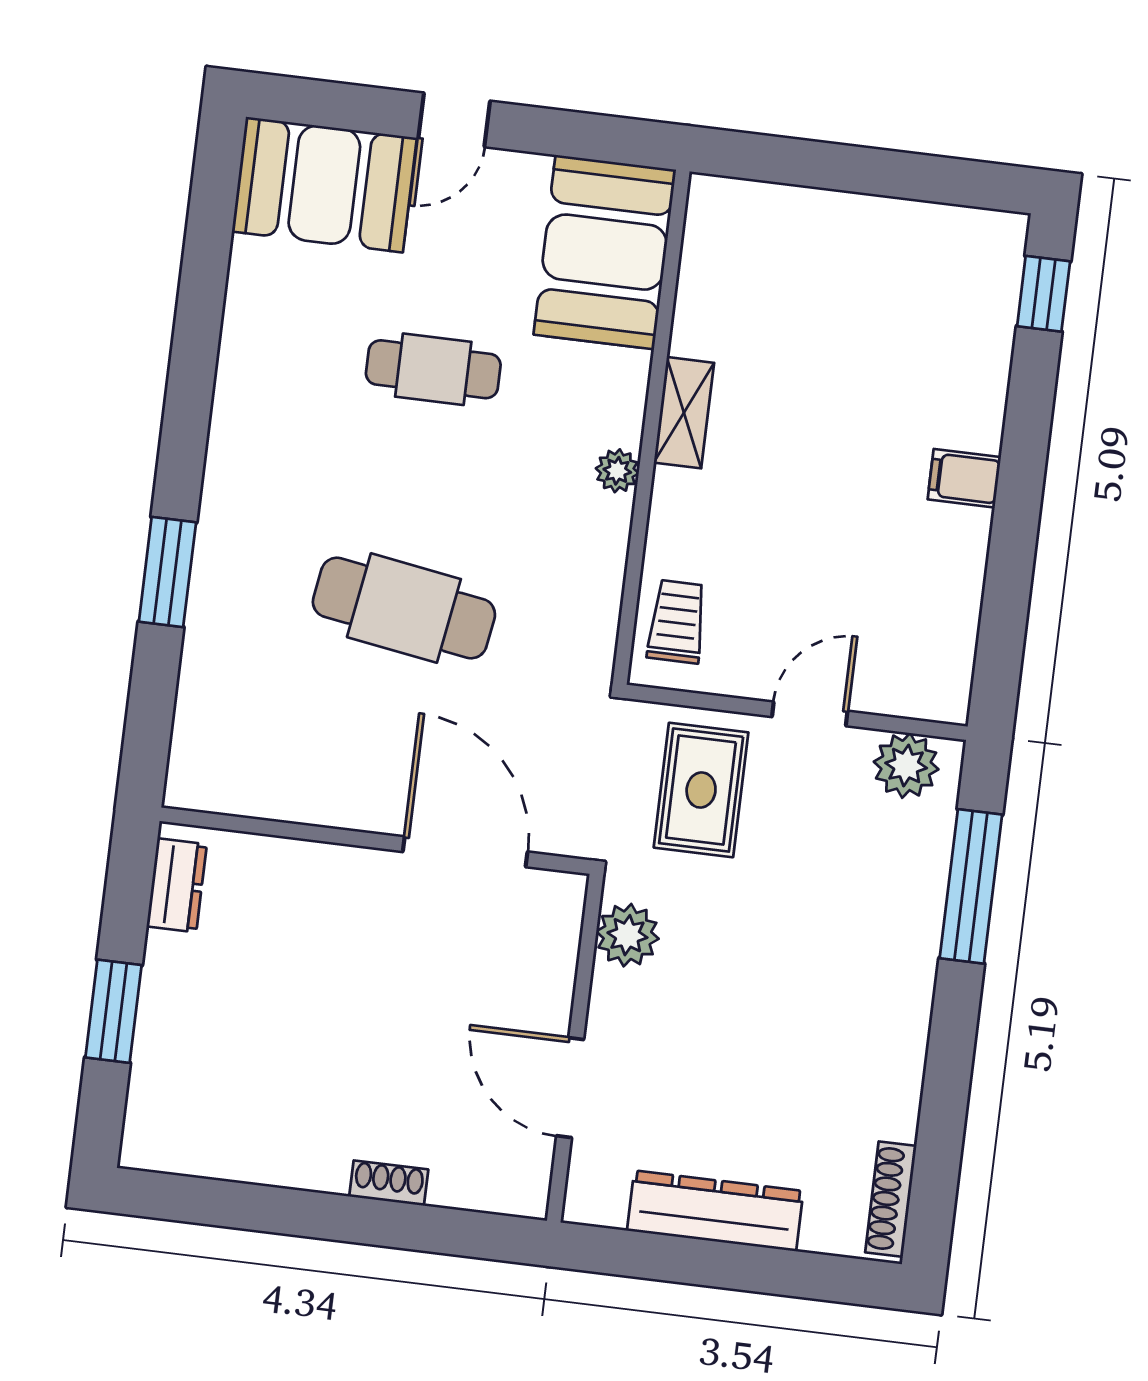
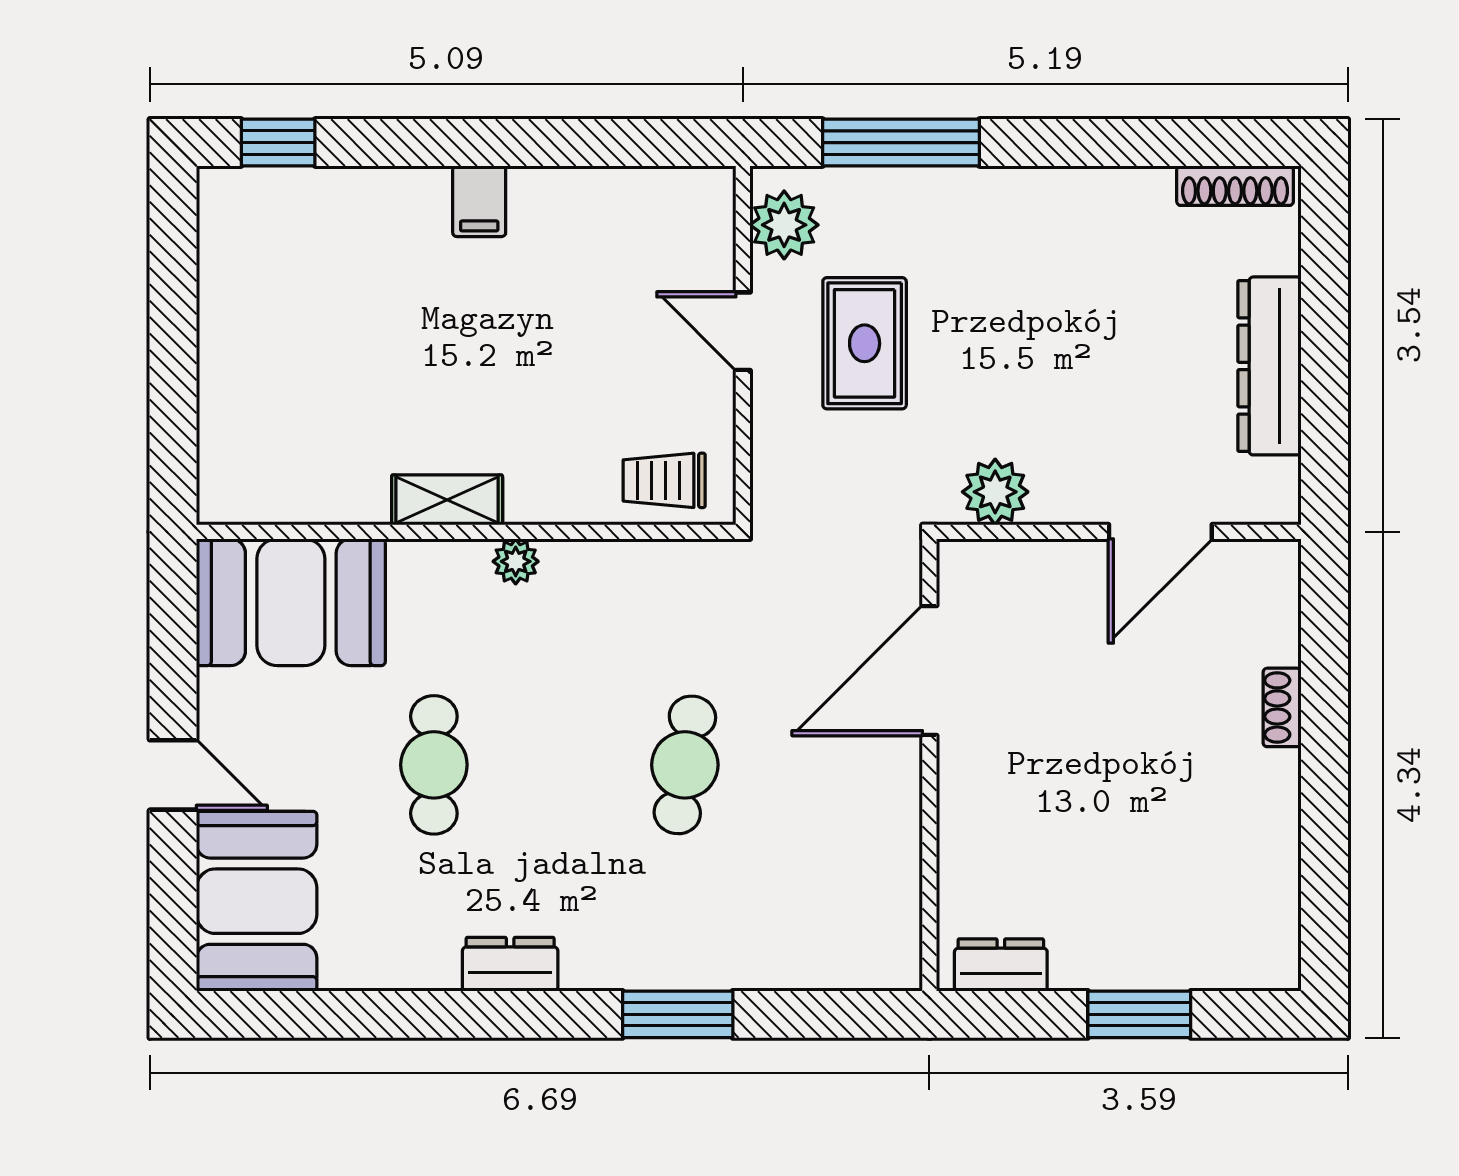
dresser: (235, 418) -> (510, 964), added
cafe table: (404, 608) -> (685, 765), width x0.73, depth x0.74
rug: (701, 790) -> (865, 343), moved, turned 90

